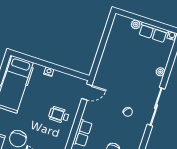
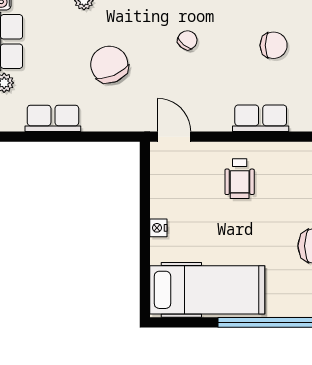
row of seats: (113, 41) -> (53, 118), added
chair: (128, 74) -> (109, 65), added

